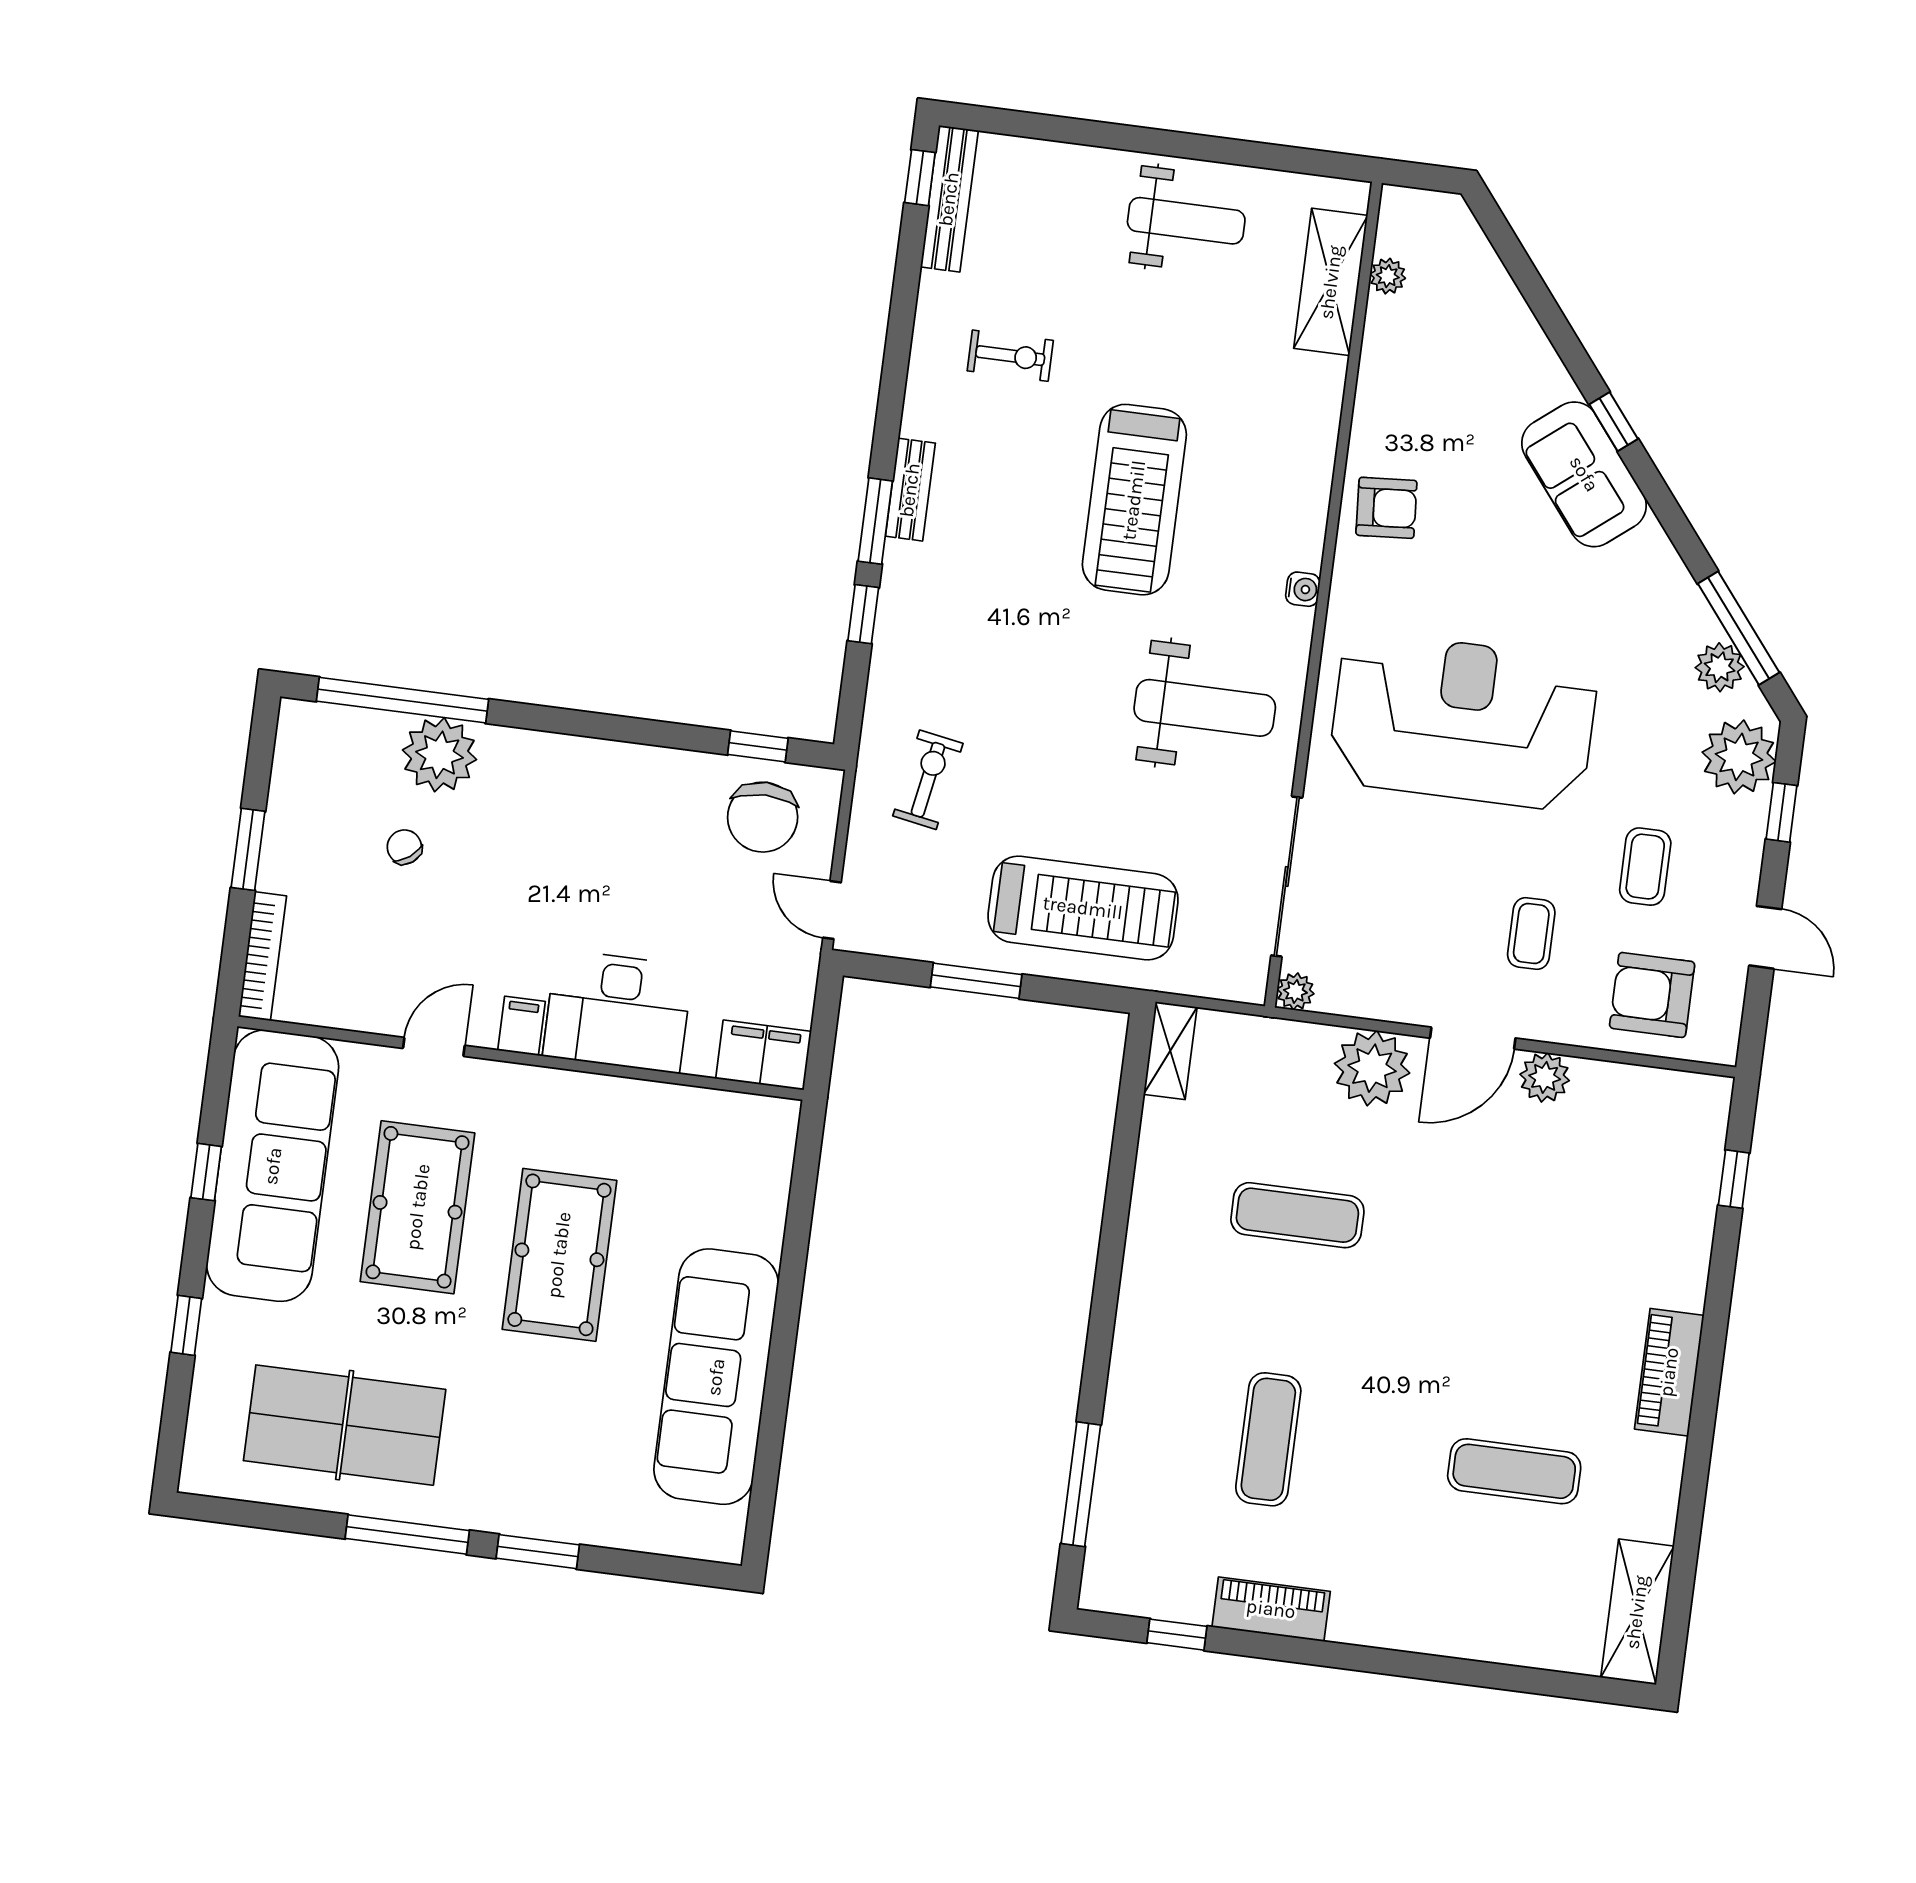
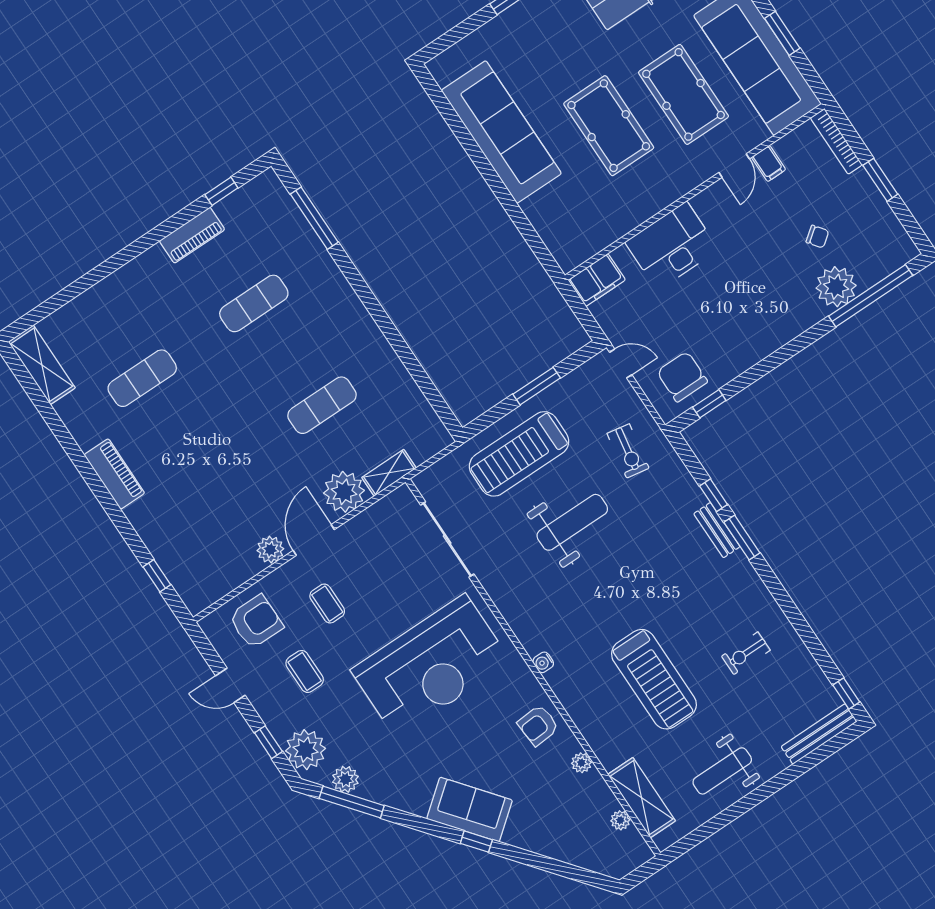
bench: (949, 199) -> (819, 734), moved, turned 90
bench: (910, 490) -> (717, 530), moved
treadmill: (1134, 500) -> (654, 679), moved, turned 180
weight bench: (1205, 708) -> (572, 522), moved, turned 180
plant: (1295, 991) -> (581, 763), moved
filing cabinet: (521, 1026) -> (769, 163), moved
shelving: (1170, 1051) -> (389, 473), moved, turned 90
window: (206, 1172) -> (782, 33), width x1.50
exercise mat: (1268, 1439) -> (254, 303), turned 90

